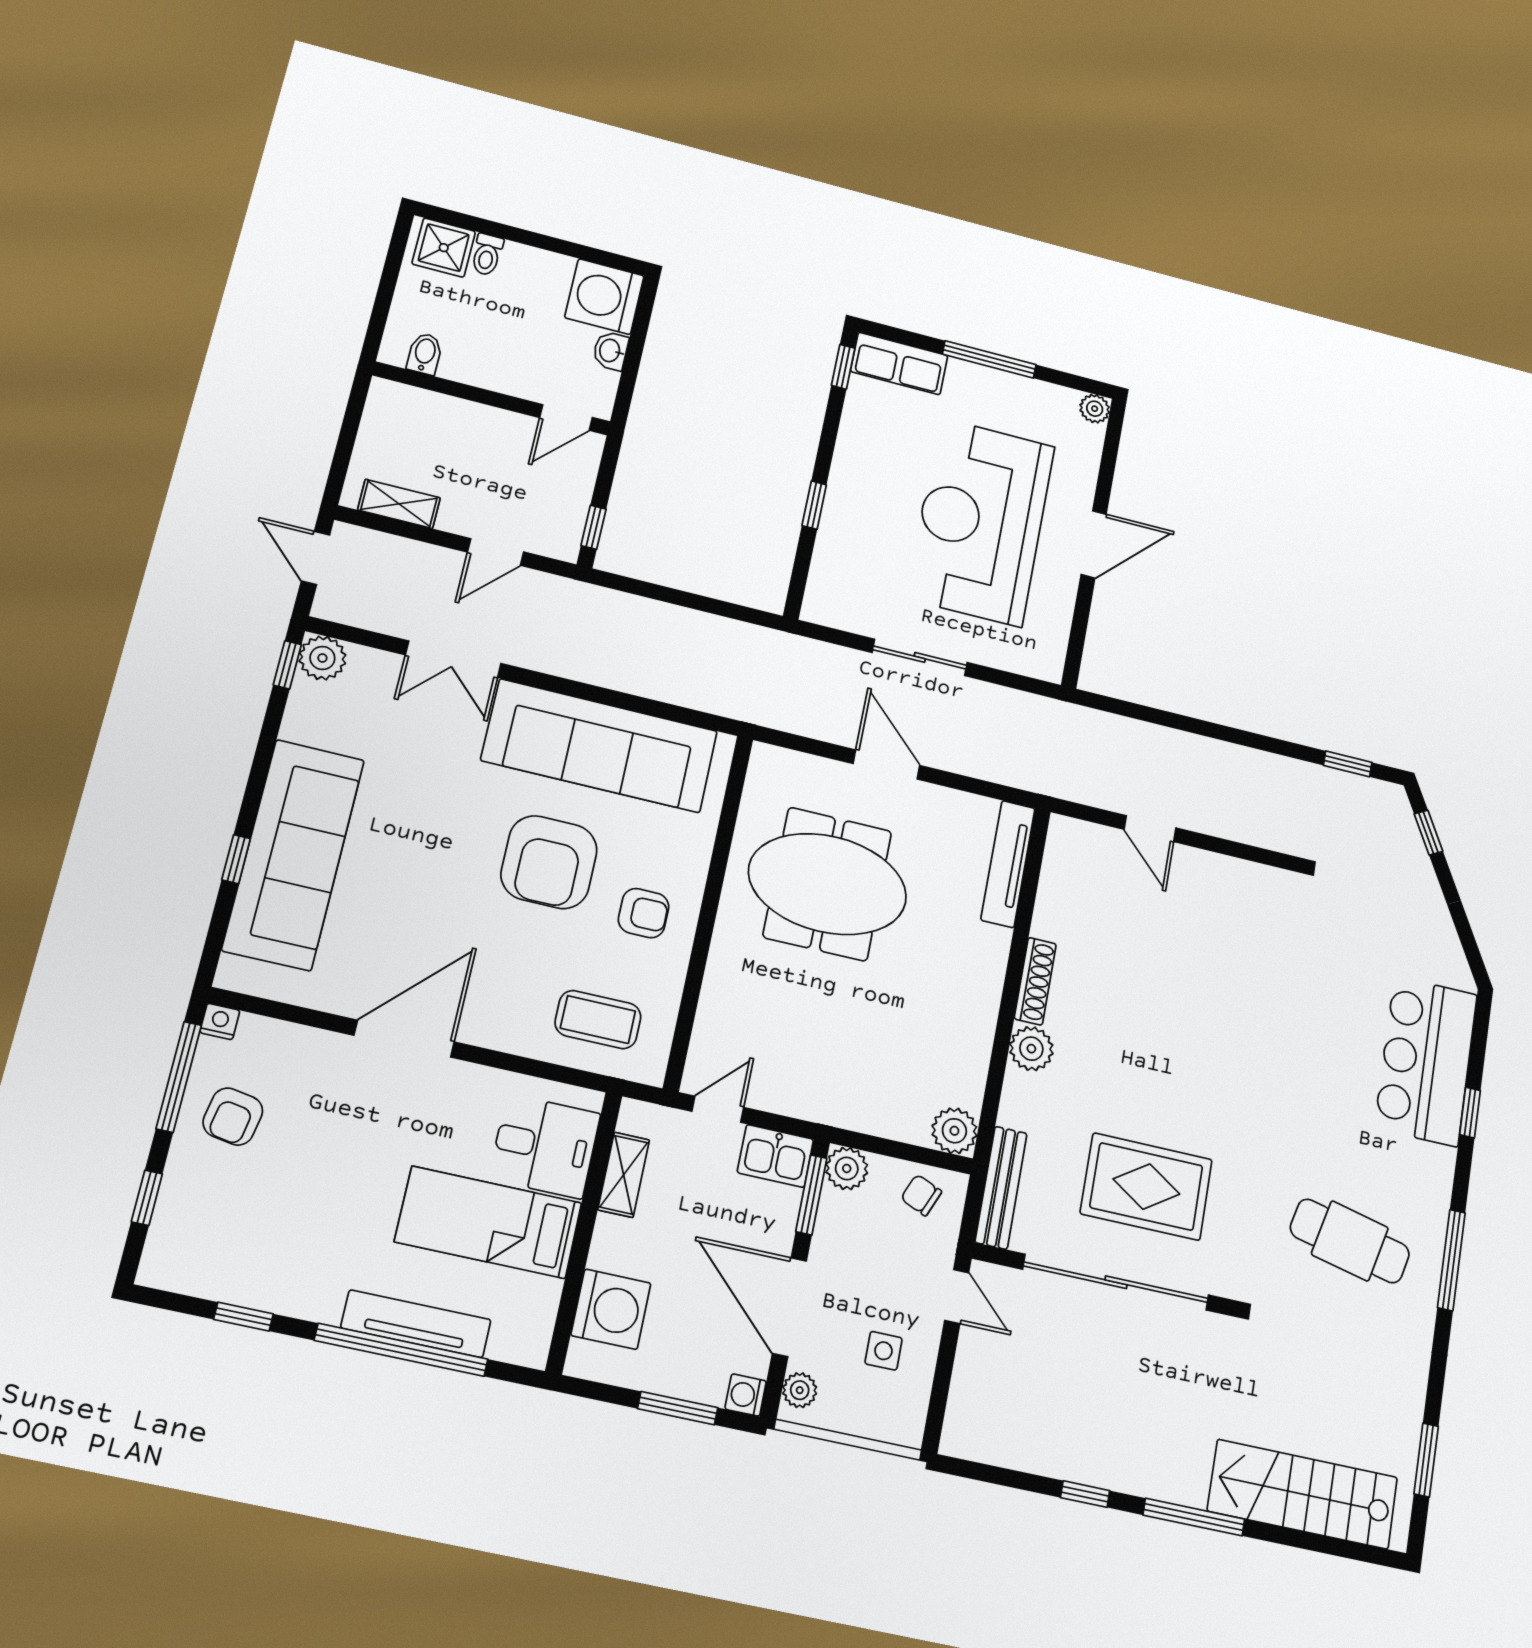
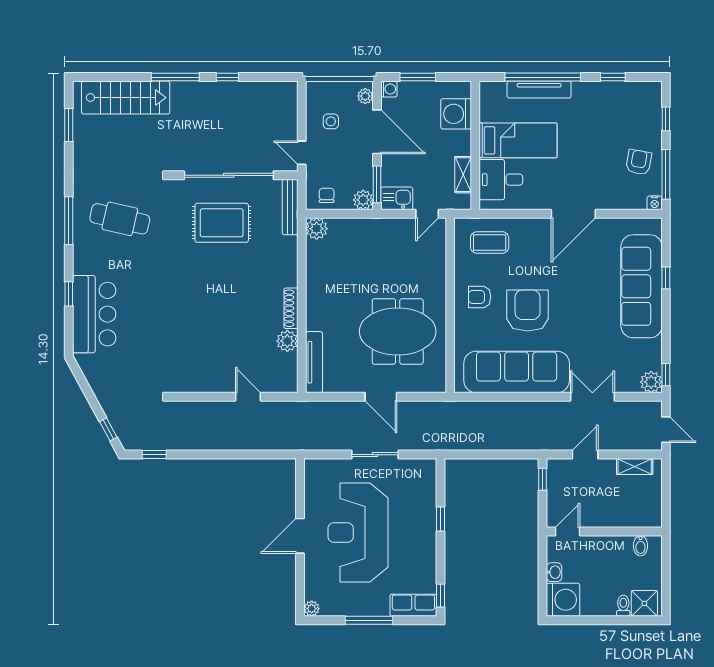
reception desk: (981, 522) -> (358, 532), turned 180
plant: (1031, 1049) -> (287, 341), moved
chair: (921, 1195) -> (327, 195), turned -113

